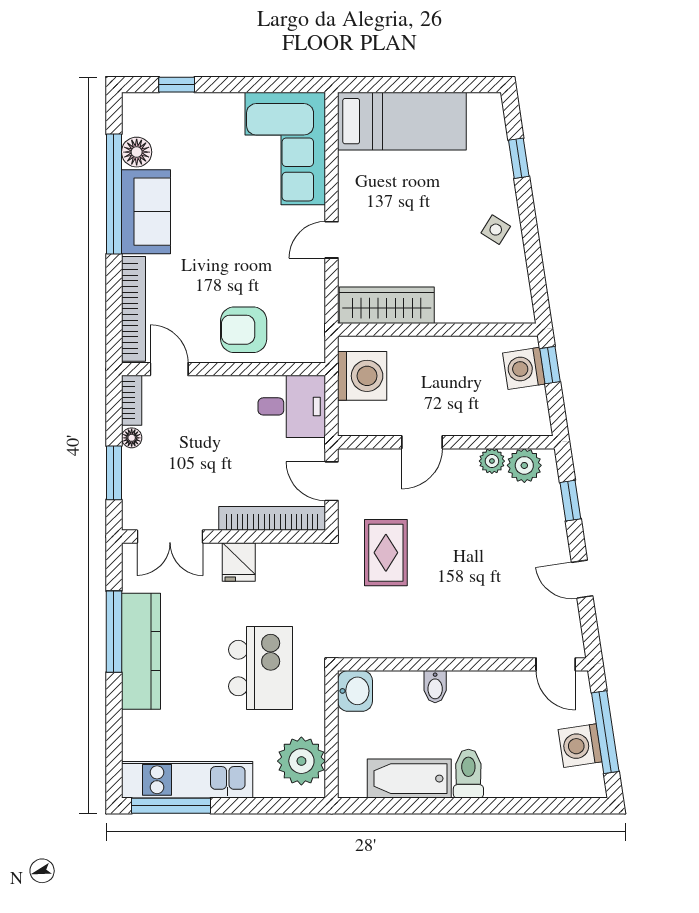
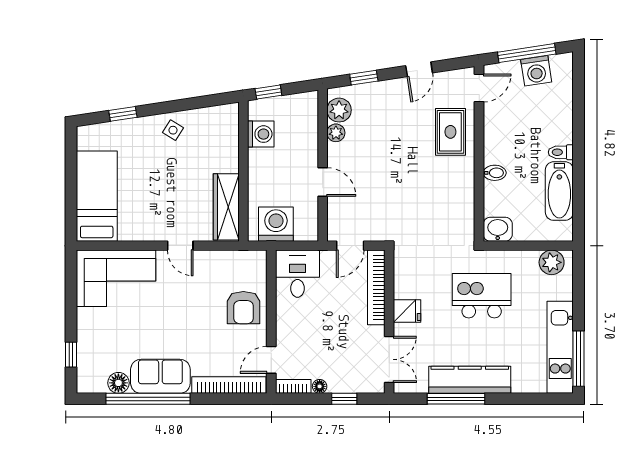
washing machine: (524, 368) -> (261, 134), moved, turned -81
window: (114, 473) -> (344, 399), width x0.67
rug: (386, 553) -> (450, 132), moved, turned 90
plant: (301, 761) -> (552, 262), width x0.73, depth x0.73
toilet: (468, 774) -> (561, 152), width x0.73, depth x0.72

